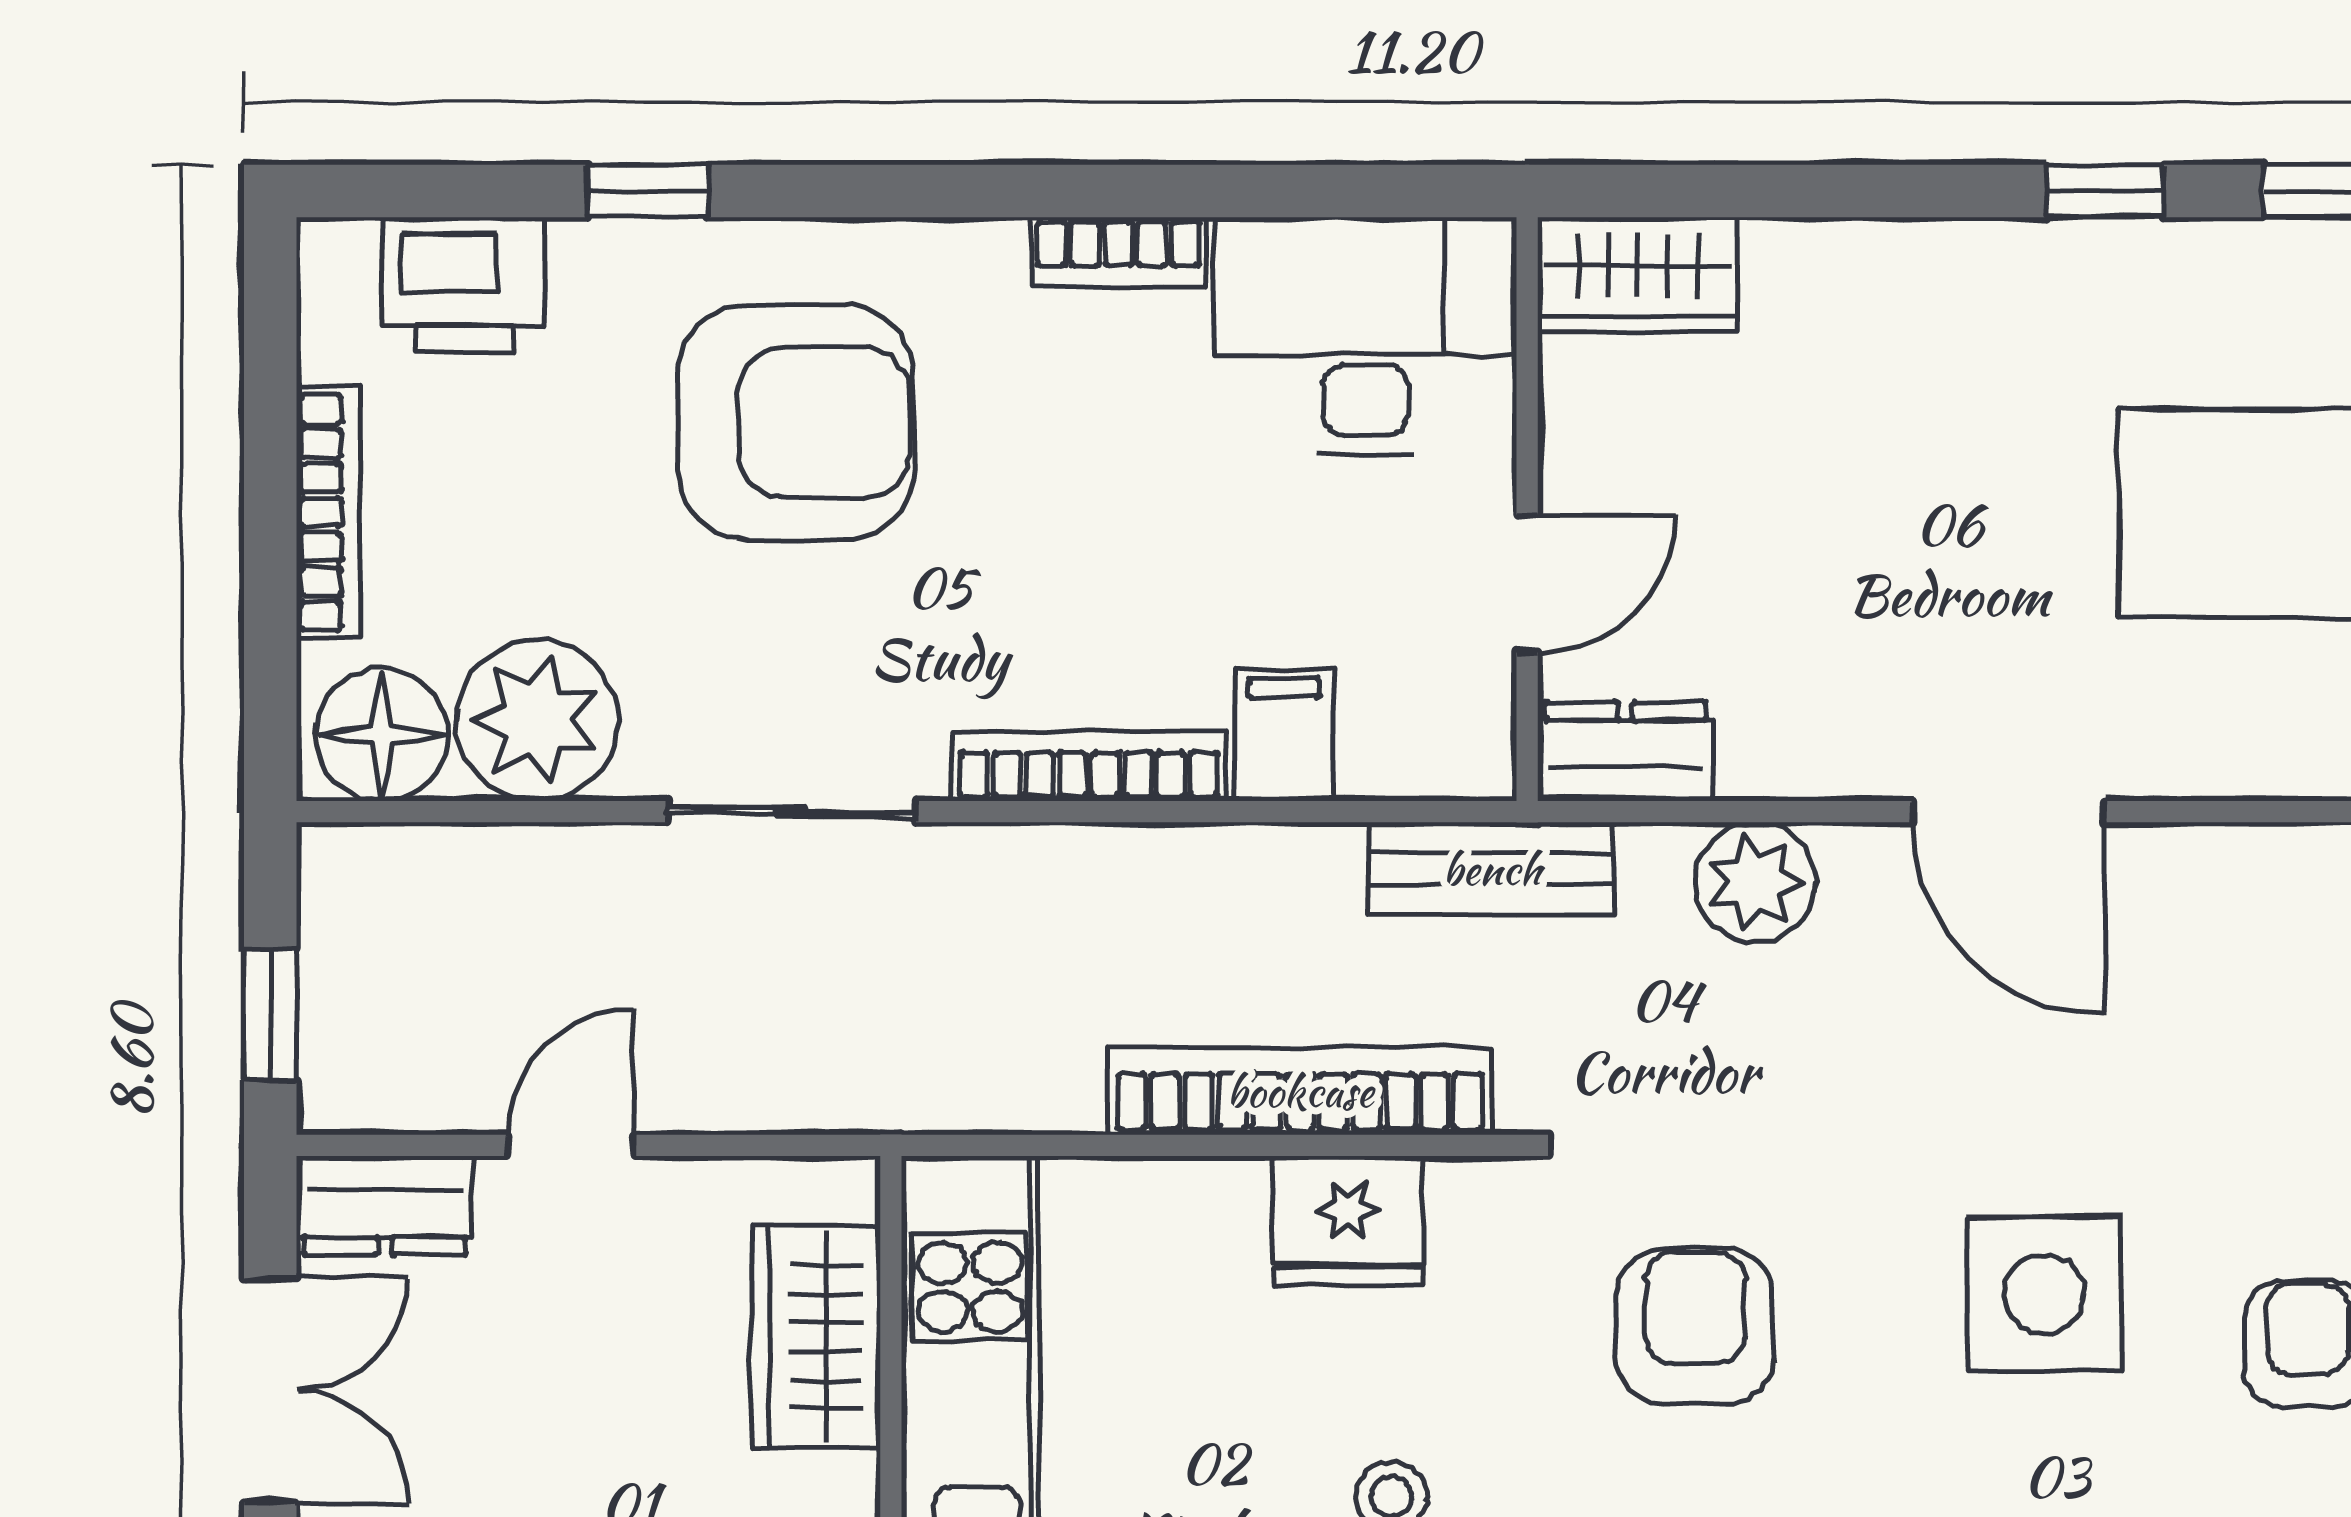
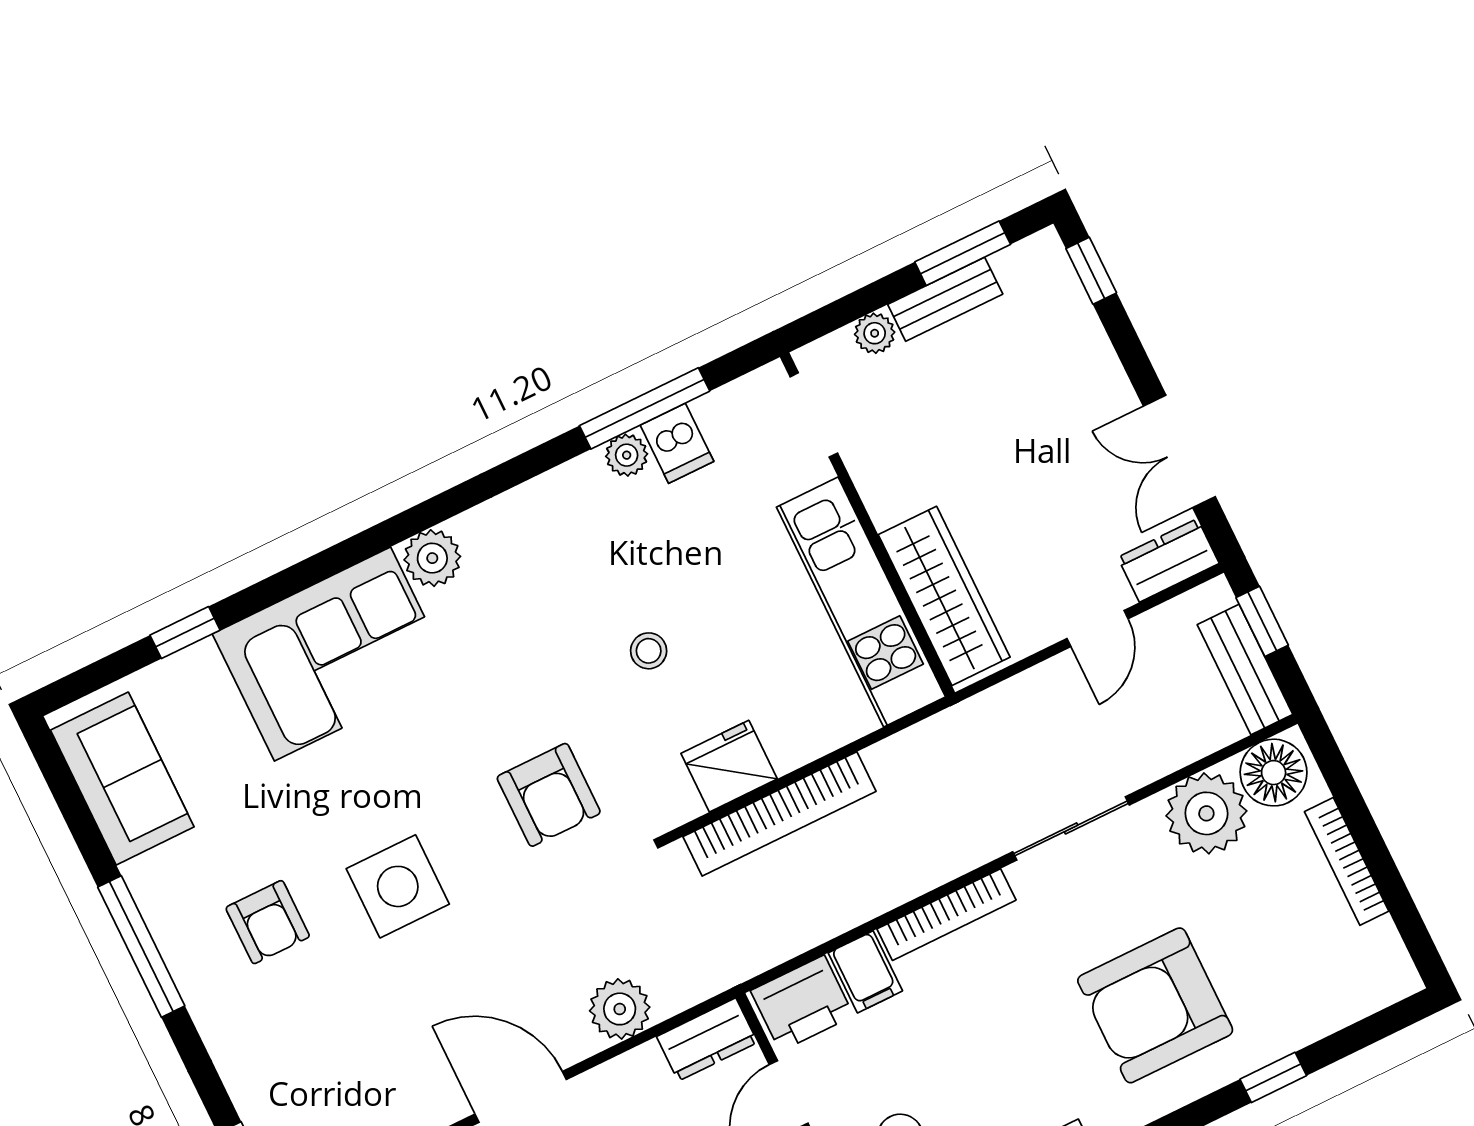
printer: (464, 285) -> (802, 1003), moved, turned 180
bench: (1492, 869) -> (1245, 669), moved, turned 90
wardrobe: (816, 1337) -> (944, 596), width x1.50

